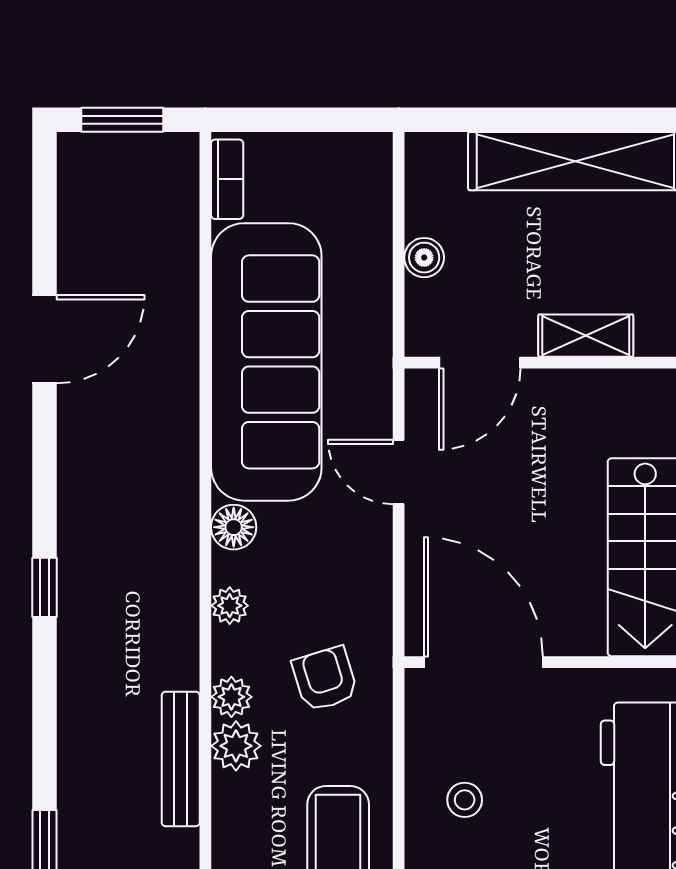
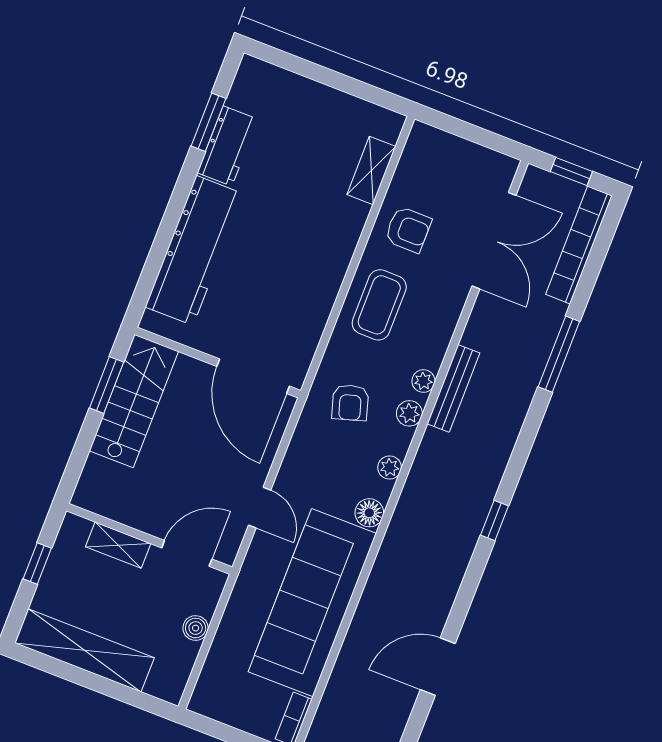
plant: (236, 746) -> (423, 381), width x0.73, depth x0.73
stool: (465, 800) -> (296, 299), removed

